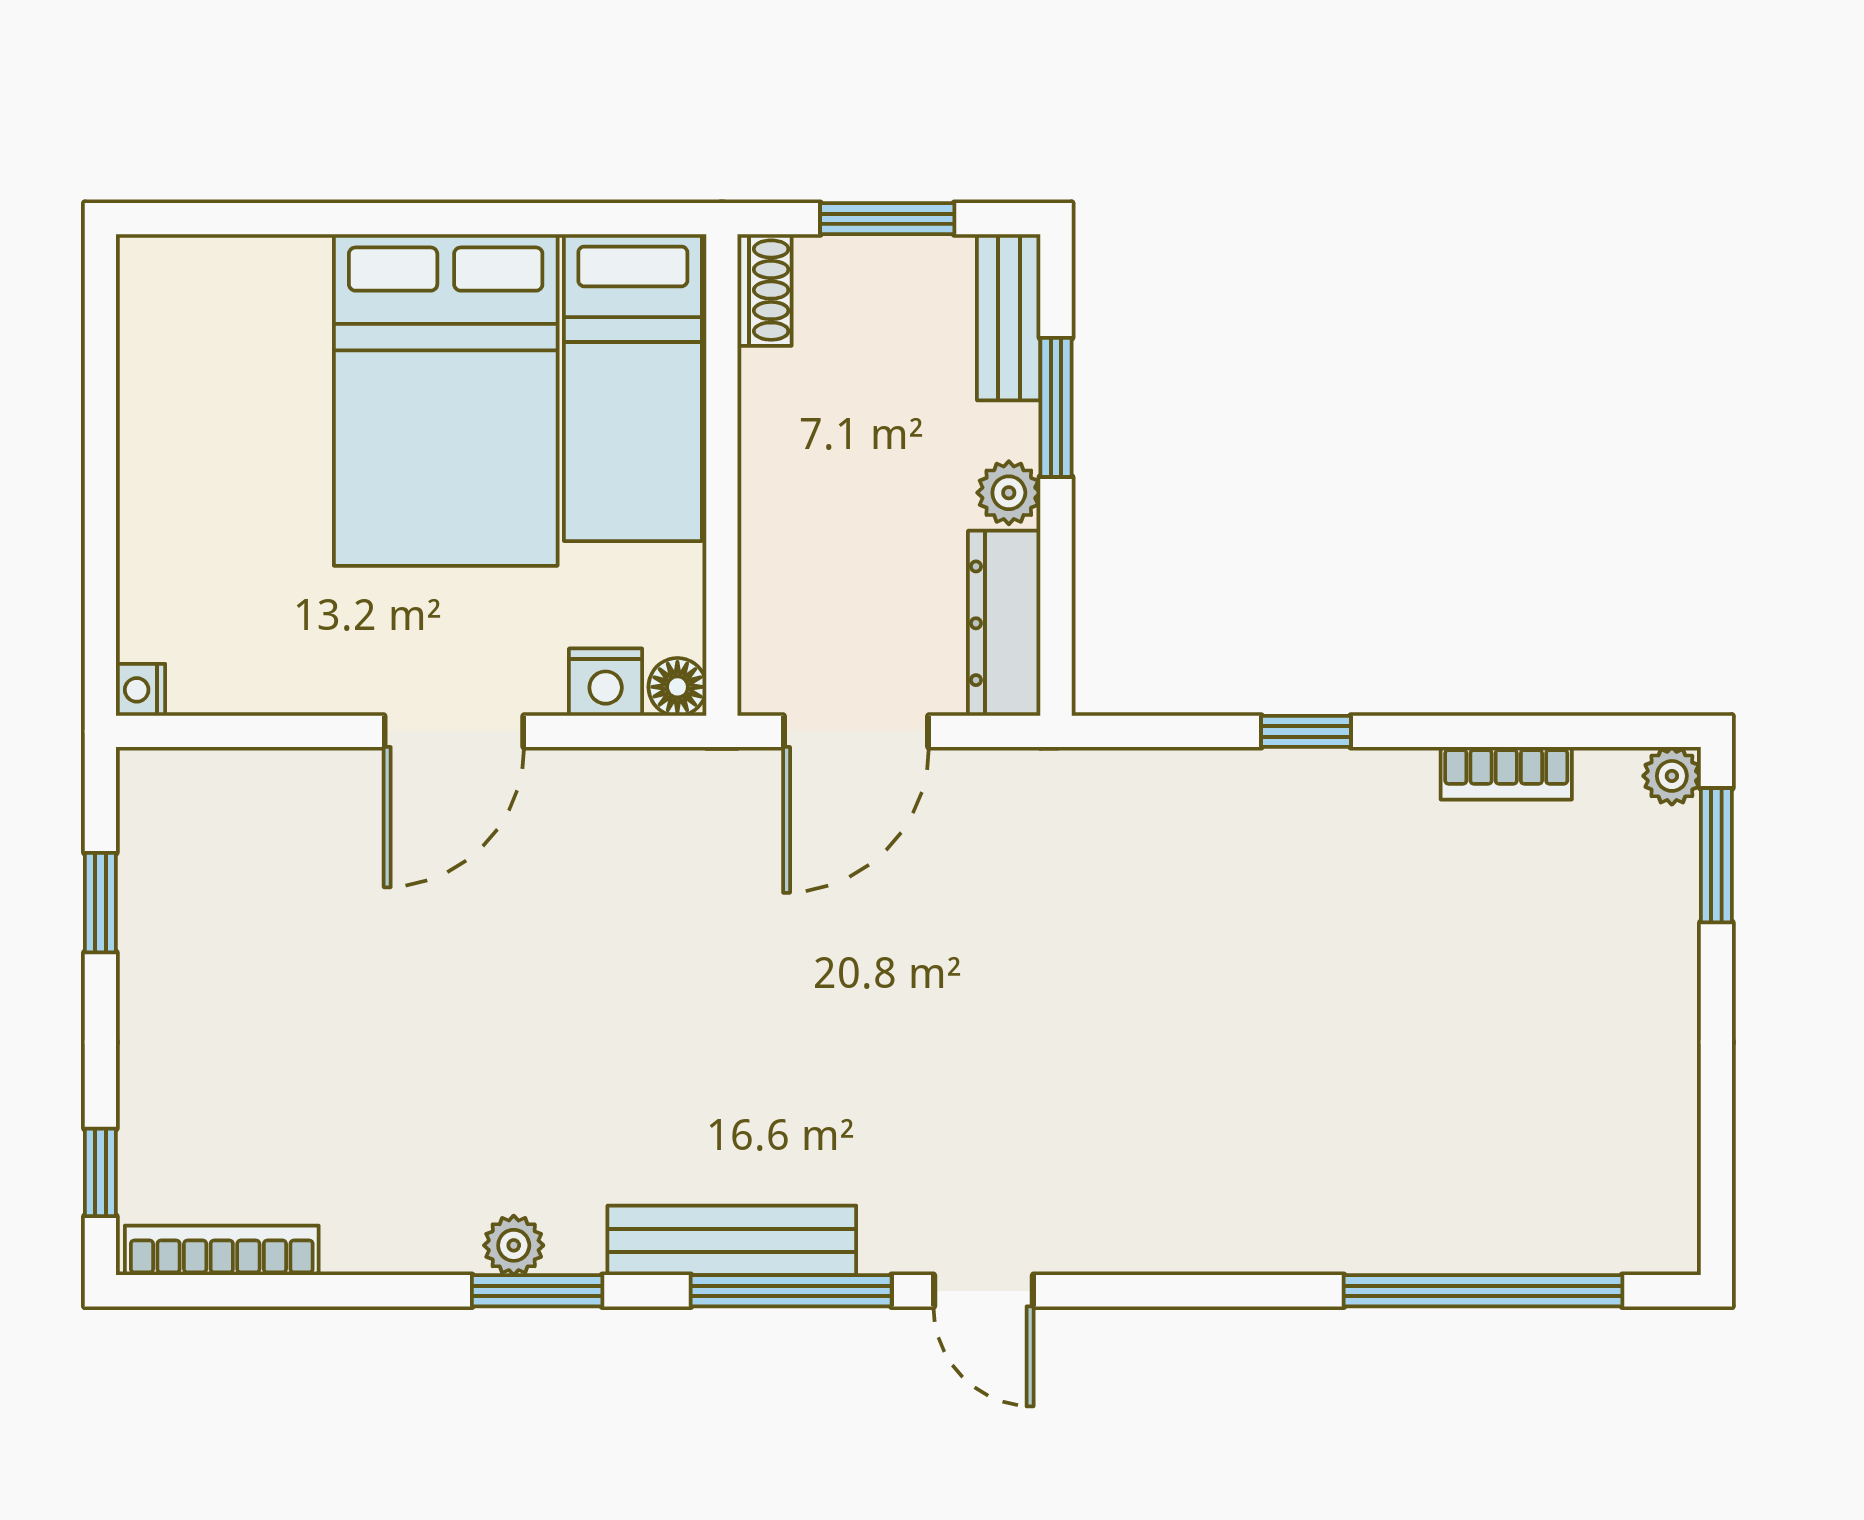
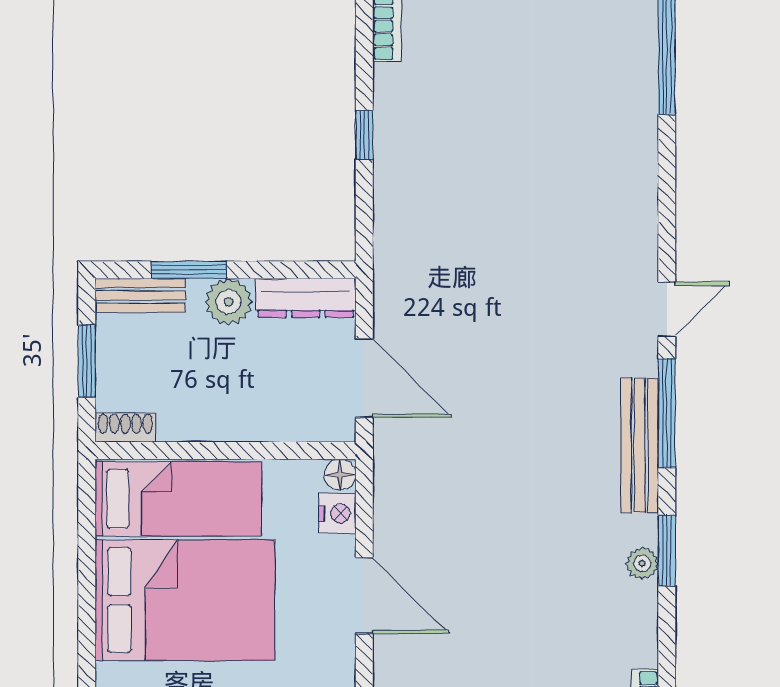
plant: (1009, 493) -> (229, 302), width x1.38, depth x1.38

